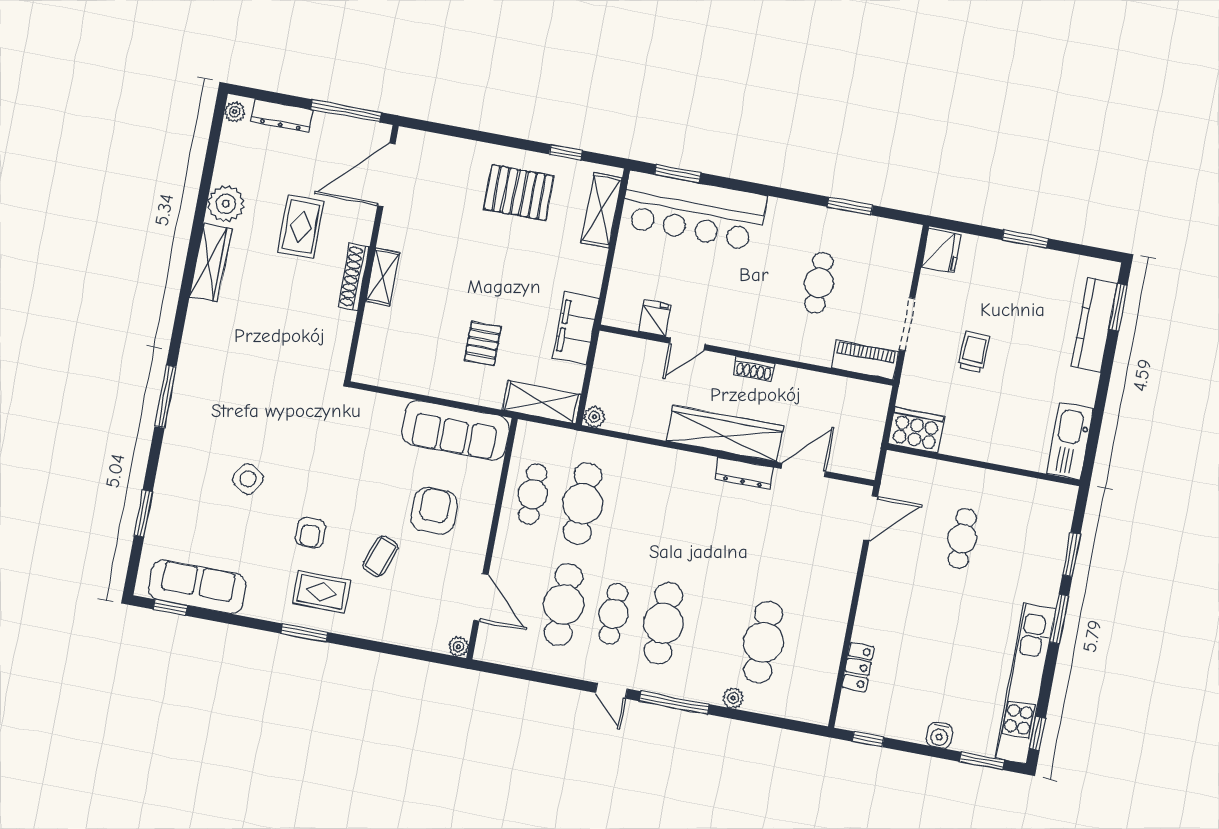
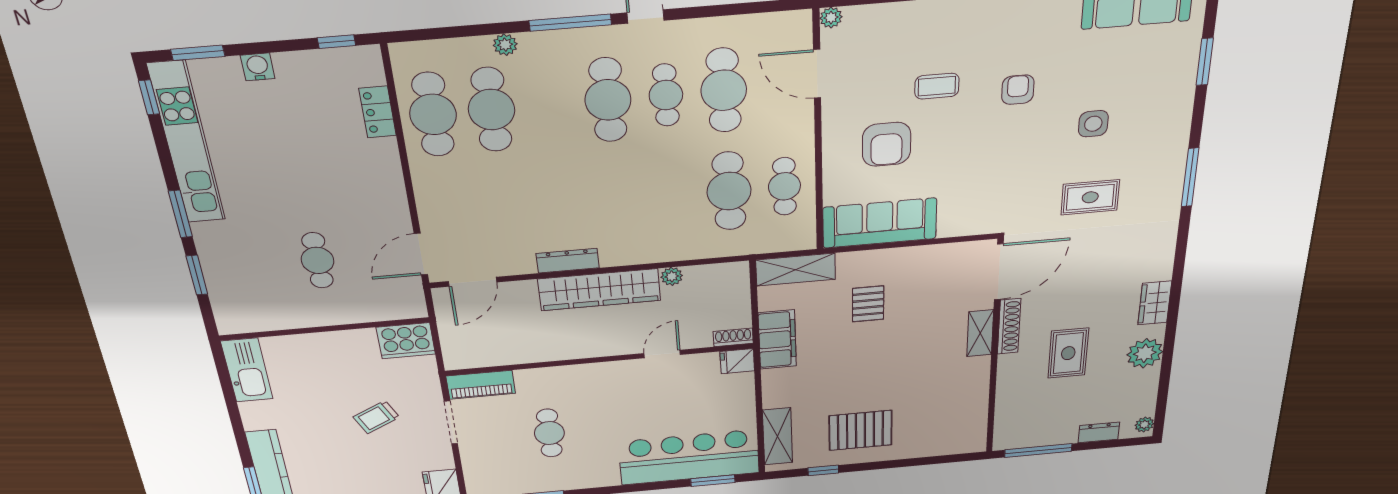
dresser: (282, 116) -> (1099, 432), width x0.70
door: (386, 175) -> (999, 272), moved
wardrobe: (211, 263) -> (1155, 303), width x0.67
fridge: (655, 318) -> (737, 361), moved, turned 90
trolley: (974, 352) -> (376, 417), turned 62
shoe rack: (754, 369) -> (733, 337), moved
plant: (594, 417) -> (672, 276), moved
door: (803, 470) -> (473, 282), moved
side table: (248, 479) -> (1093, 124), turned -33
coffee table: (380, 556) -> (937, 86), turned 70
rug: (321, 592) -> (1090, 197), moved
cafe table: (813, 652) -> (433, 114), added

